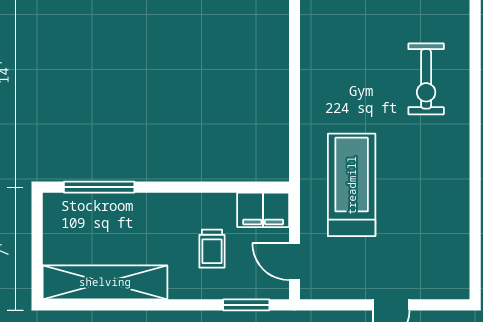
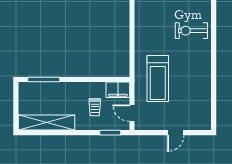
exercise bike: (426, 79) -> (191, 31), turned 90
treadmill: (352, 185) -> (158, 78), turned 180

